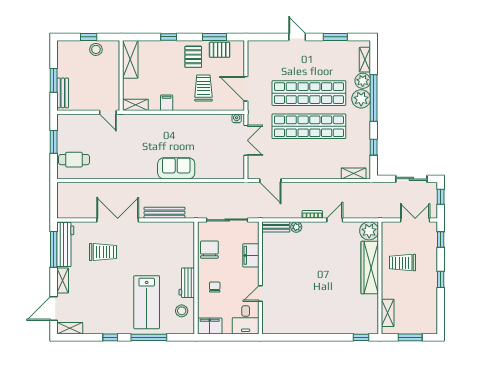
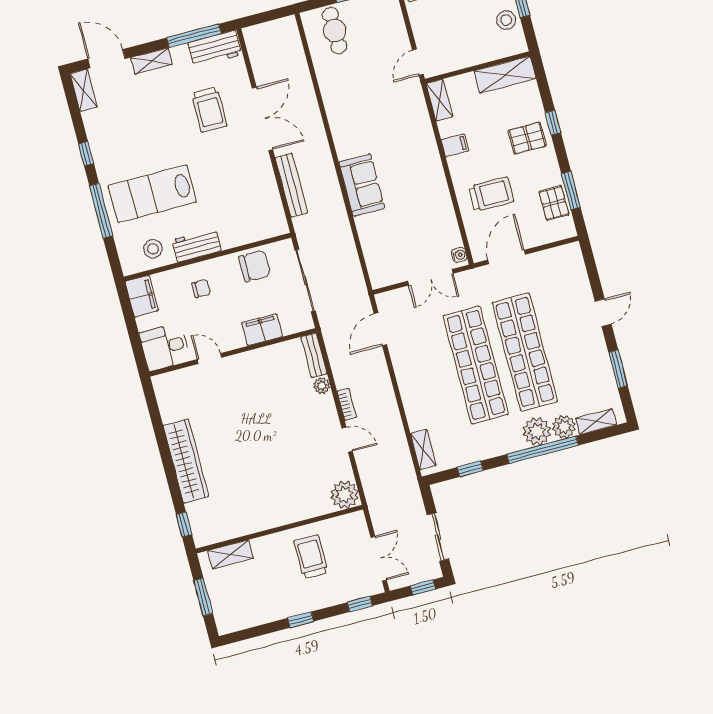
pallet: (193, 57) -> (527, 138), moved
workbench: (65, 245) -> (215, 49), width x0.73
wardrobe: (370, 268) -> (186, 461), moved, turned 90

